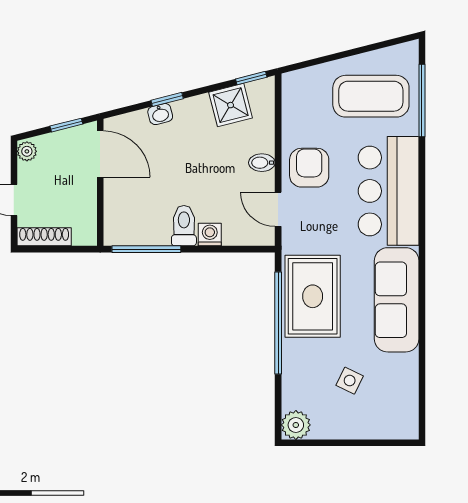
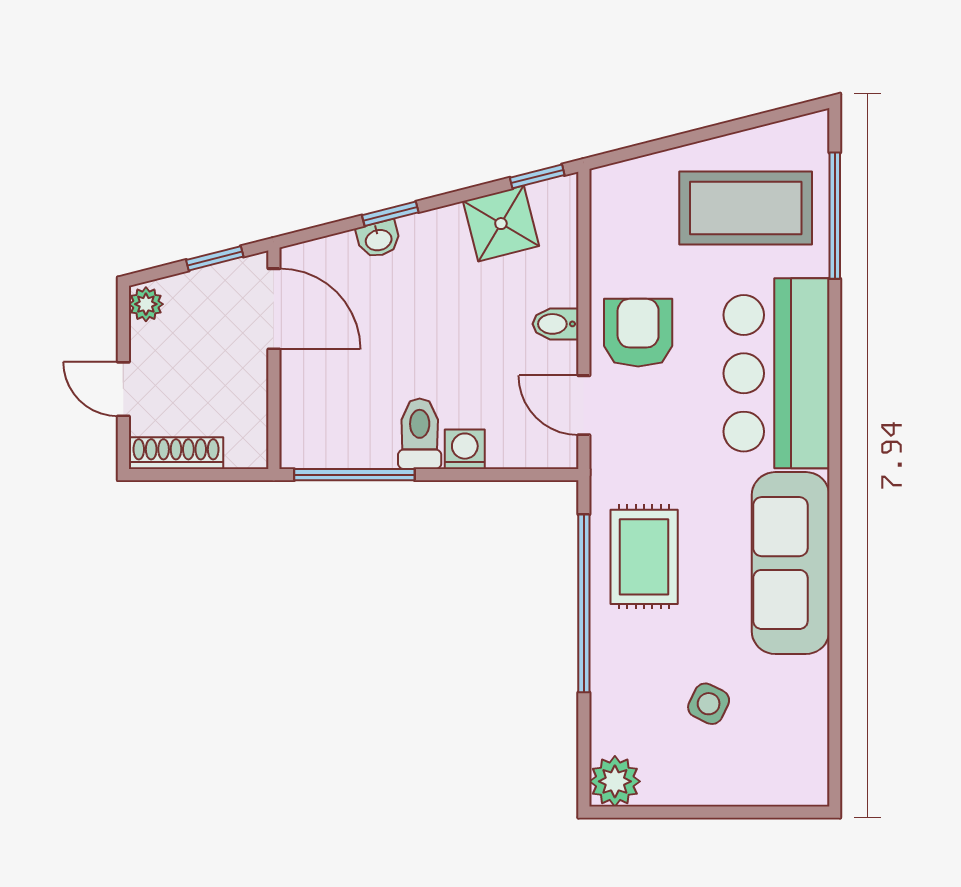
rug: (313, 296) -> (644, 557), width x0.73, depth x0.70

